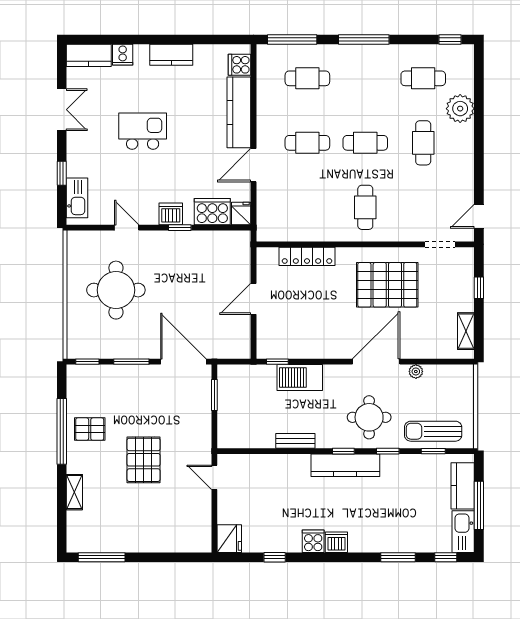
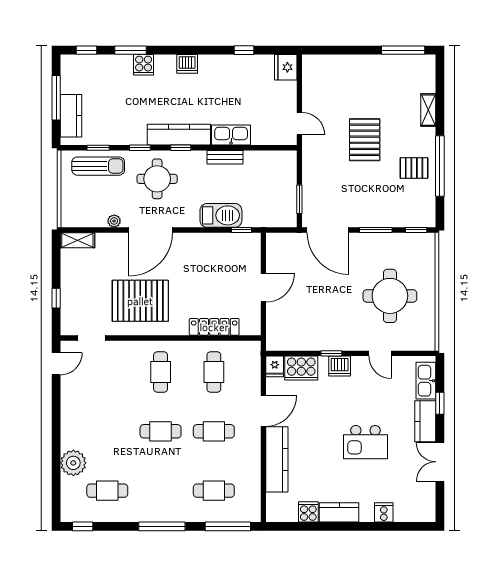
kitchen counter: (89, 55) -> (425, 421), moved, turned -90
cooker: (240, 65) -> (308, 512), moved, turned -90
cafe table: (423, 143) -> (214, 372), moved
shelving: (466, 331) -> (77, 240), moved, turned 90
kitchen sink: (463, 532) -> (231, 135), moved, turned -90
cooker: (313, 541) -> (144, 65), moved

